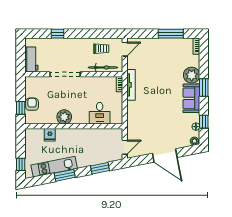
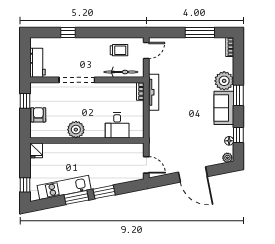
window: (21, 108) -> (25, 101), moved
fridge: (50, 135) -> (36, 150), moved
door: (125, 147) -> (146, 165), hinge flipped
window: (100, 168) -> (104, 192), moved

